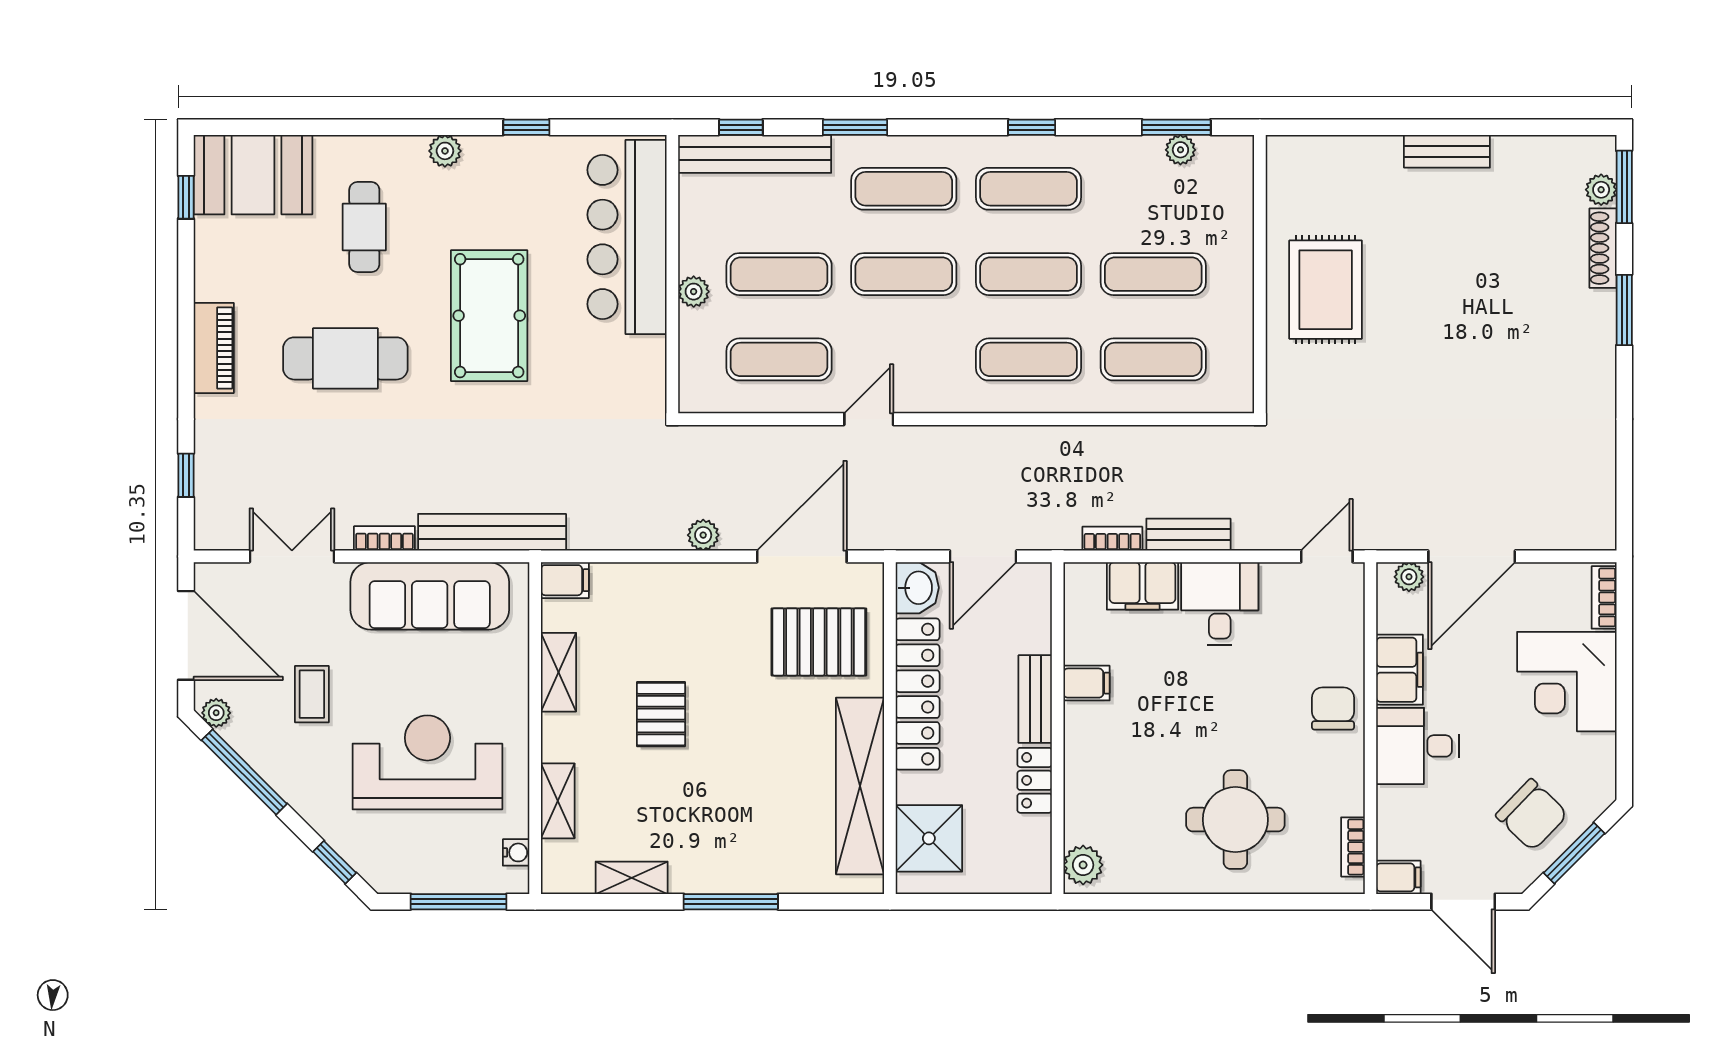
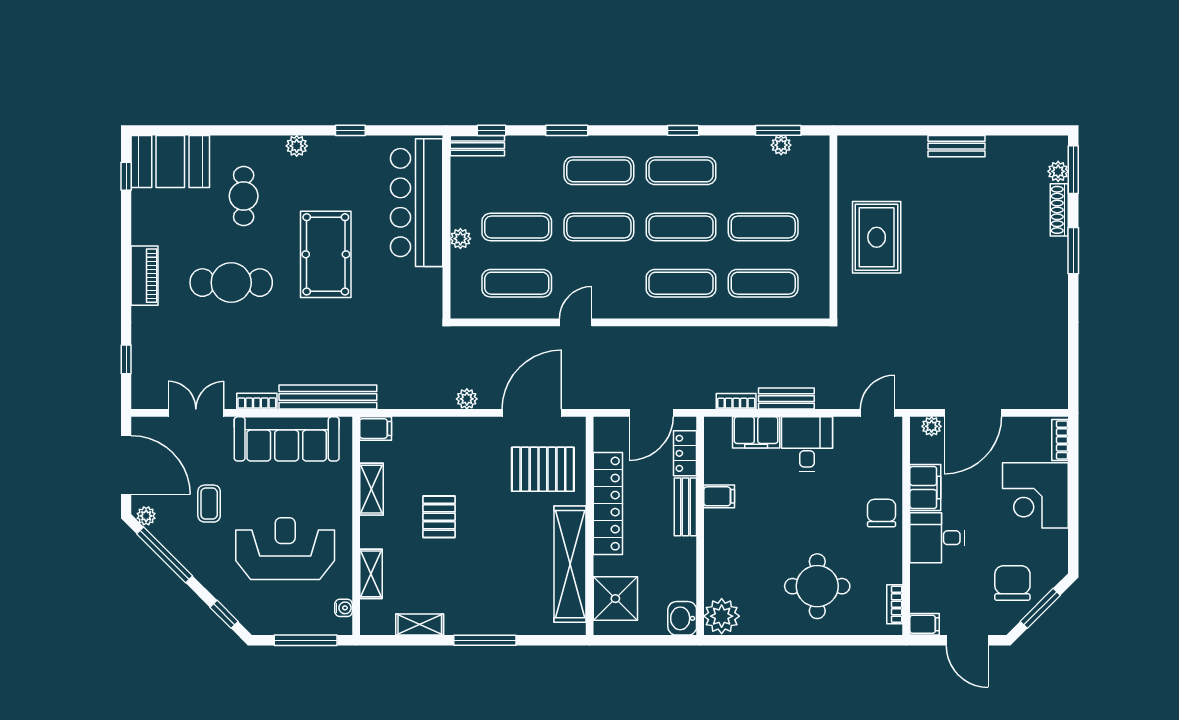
bench: (755, 154) -> (477, 146), width x0.54, depth x0.82
washbasin: (917, 588) -> (682, 618), moved, turned 180
locker: (1035, 780) -> (685, 453), moved
chair: (1532, 815) -> (1012, 583), turned -134
plant: (1083, 865) -> (722, 616), width x1.36, depth x1.36

